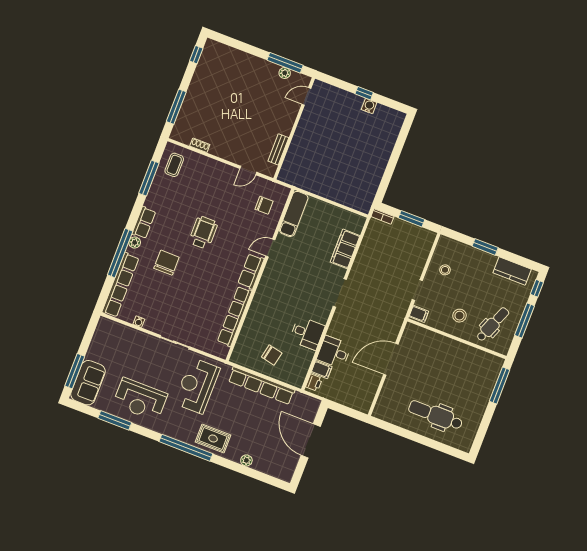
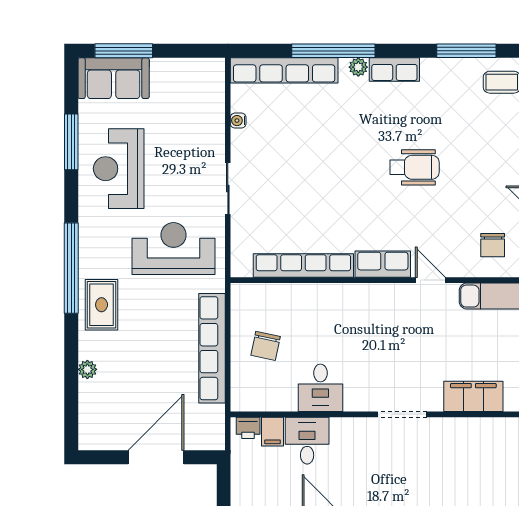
chair: (166, 263) -> (346, 128), removed

